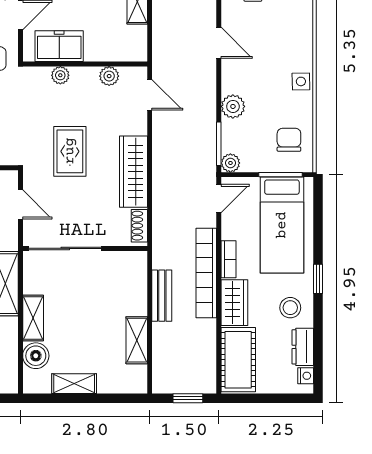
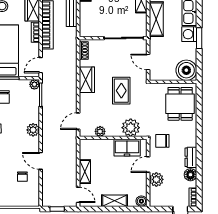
door: (219, 43) -> (41, 161), moved
plant: (60, 75) -> (131, 128), width x1.87, depth x1.87
door: (150, 95) -> (78, 121), hinge flipped
plant: (233, 106) -> (33, 130), moved
wardrobe: (133, 172) -> (87, 80), width x0.67

